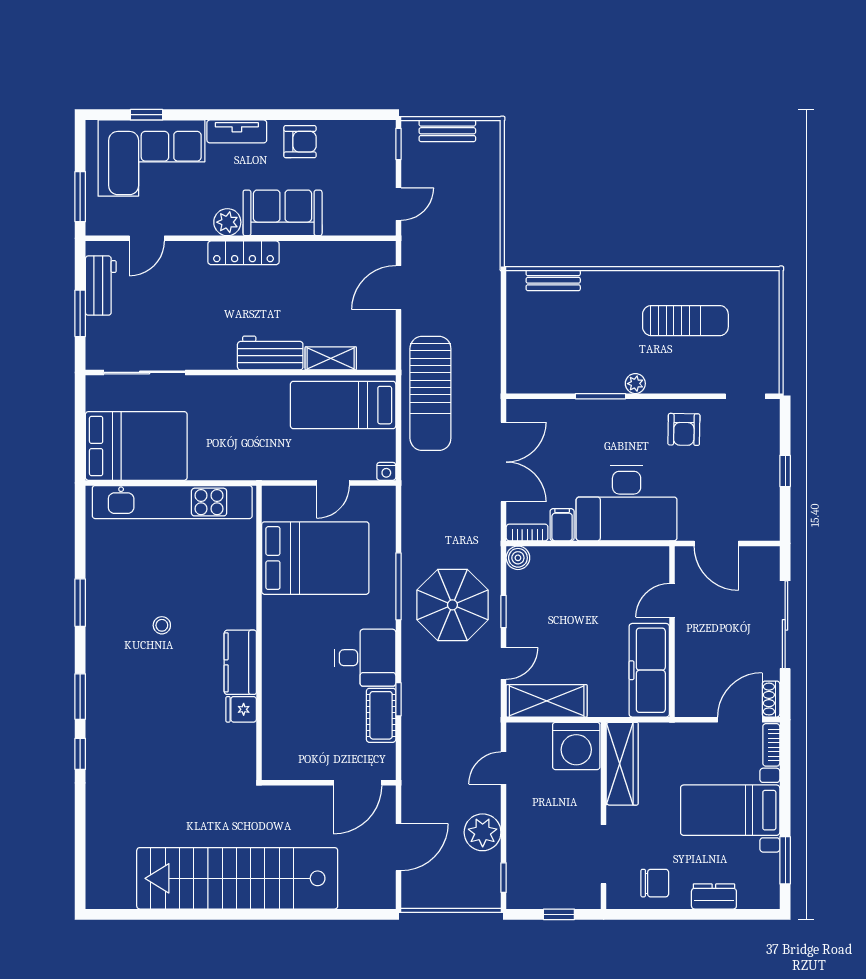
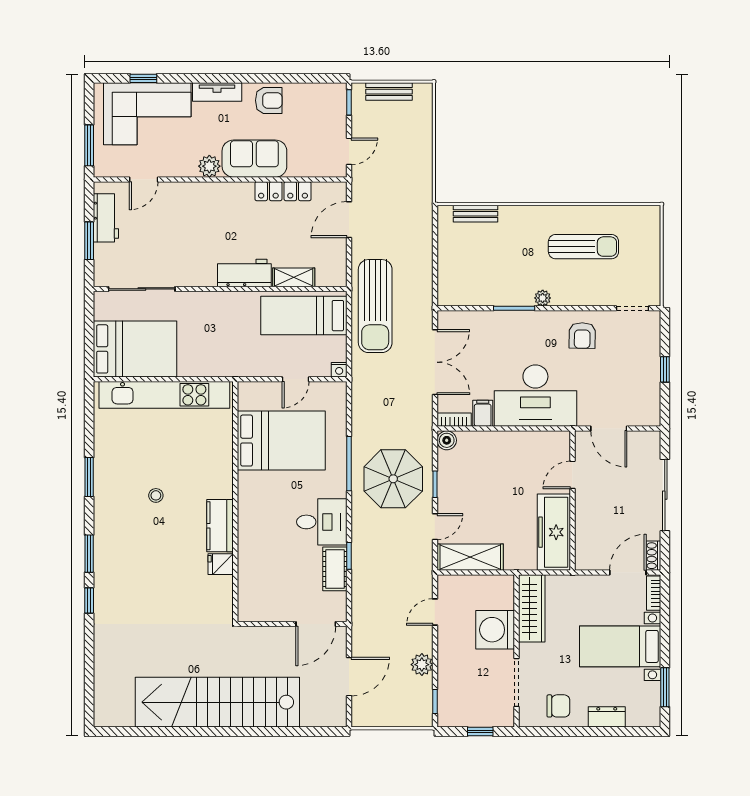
locker: (244, 253) -> (283, 191), moved
washing machine: (576, 746) -> (495, 630), moved, turned 90
plant: (483, 832) -> (422, 665), width x0.73, depth x0.73

